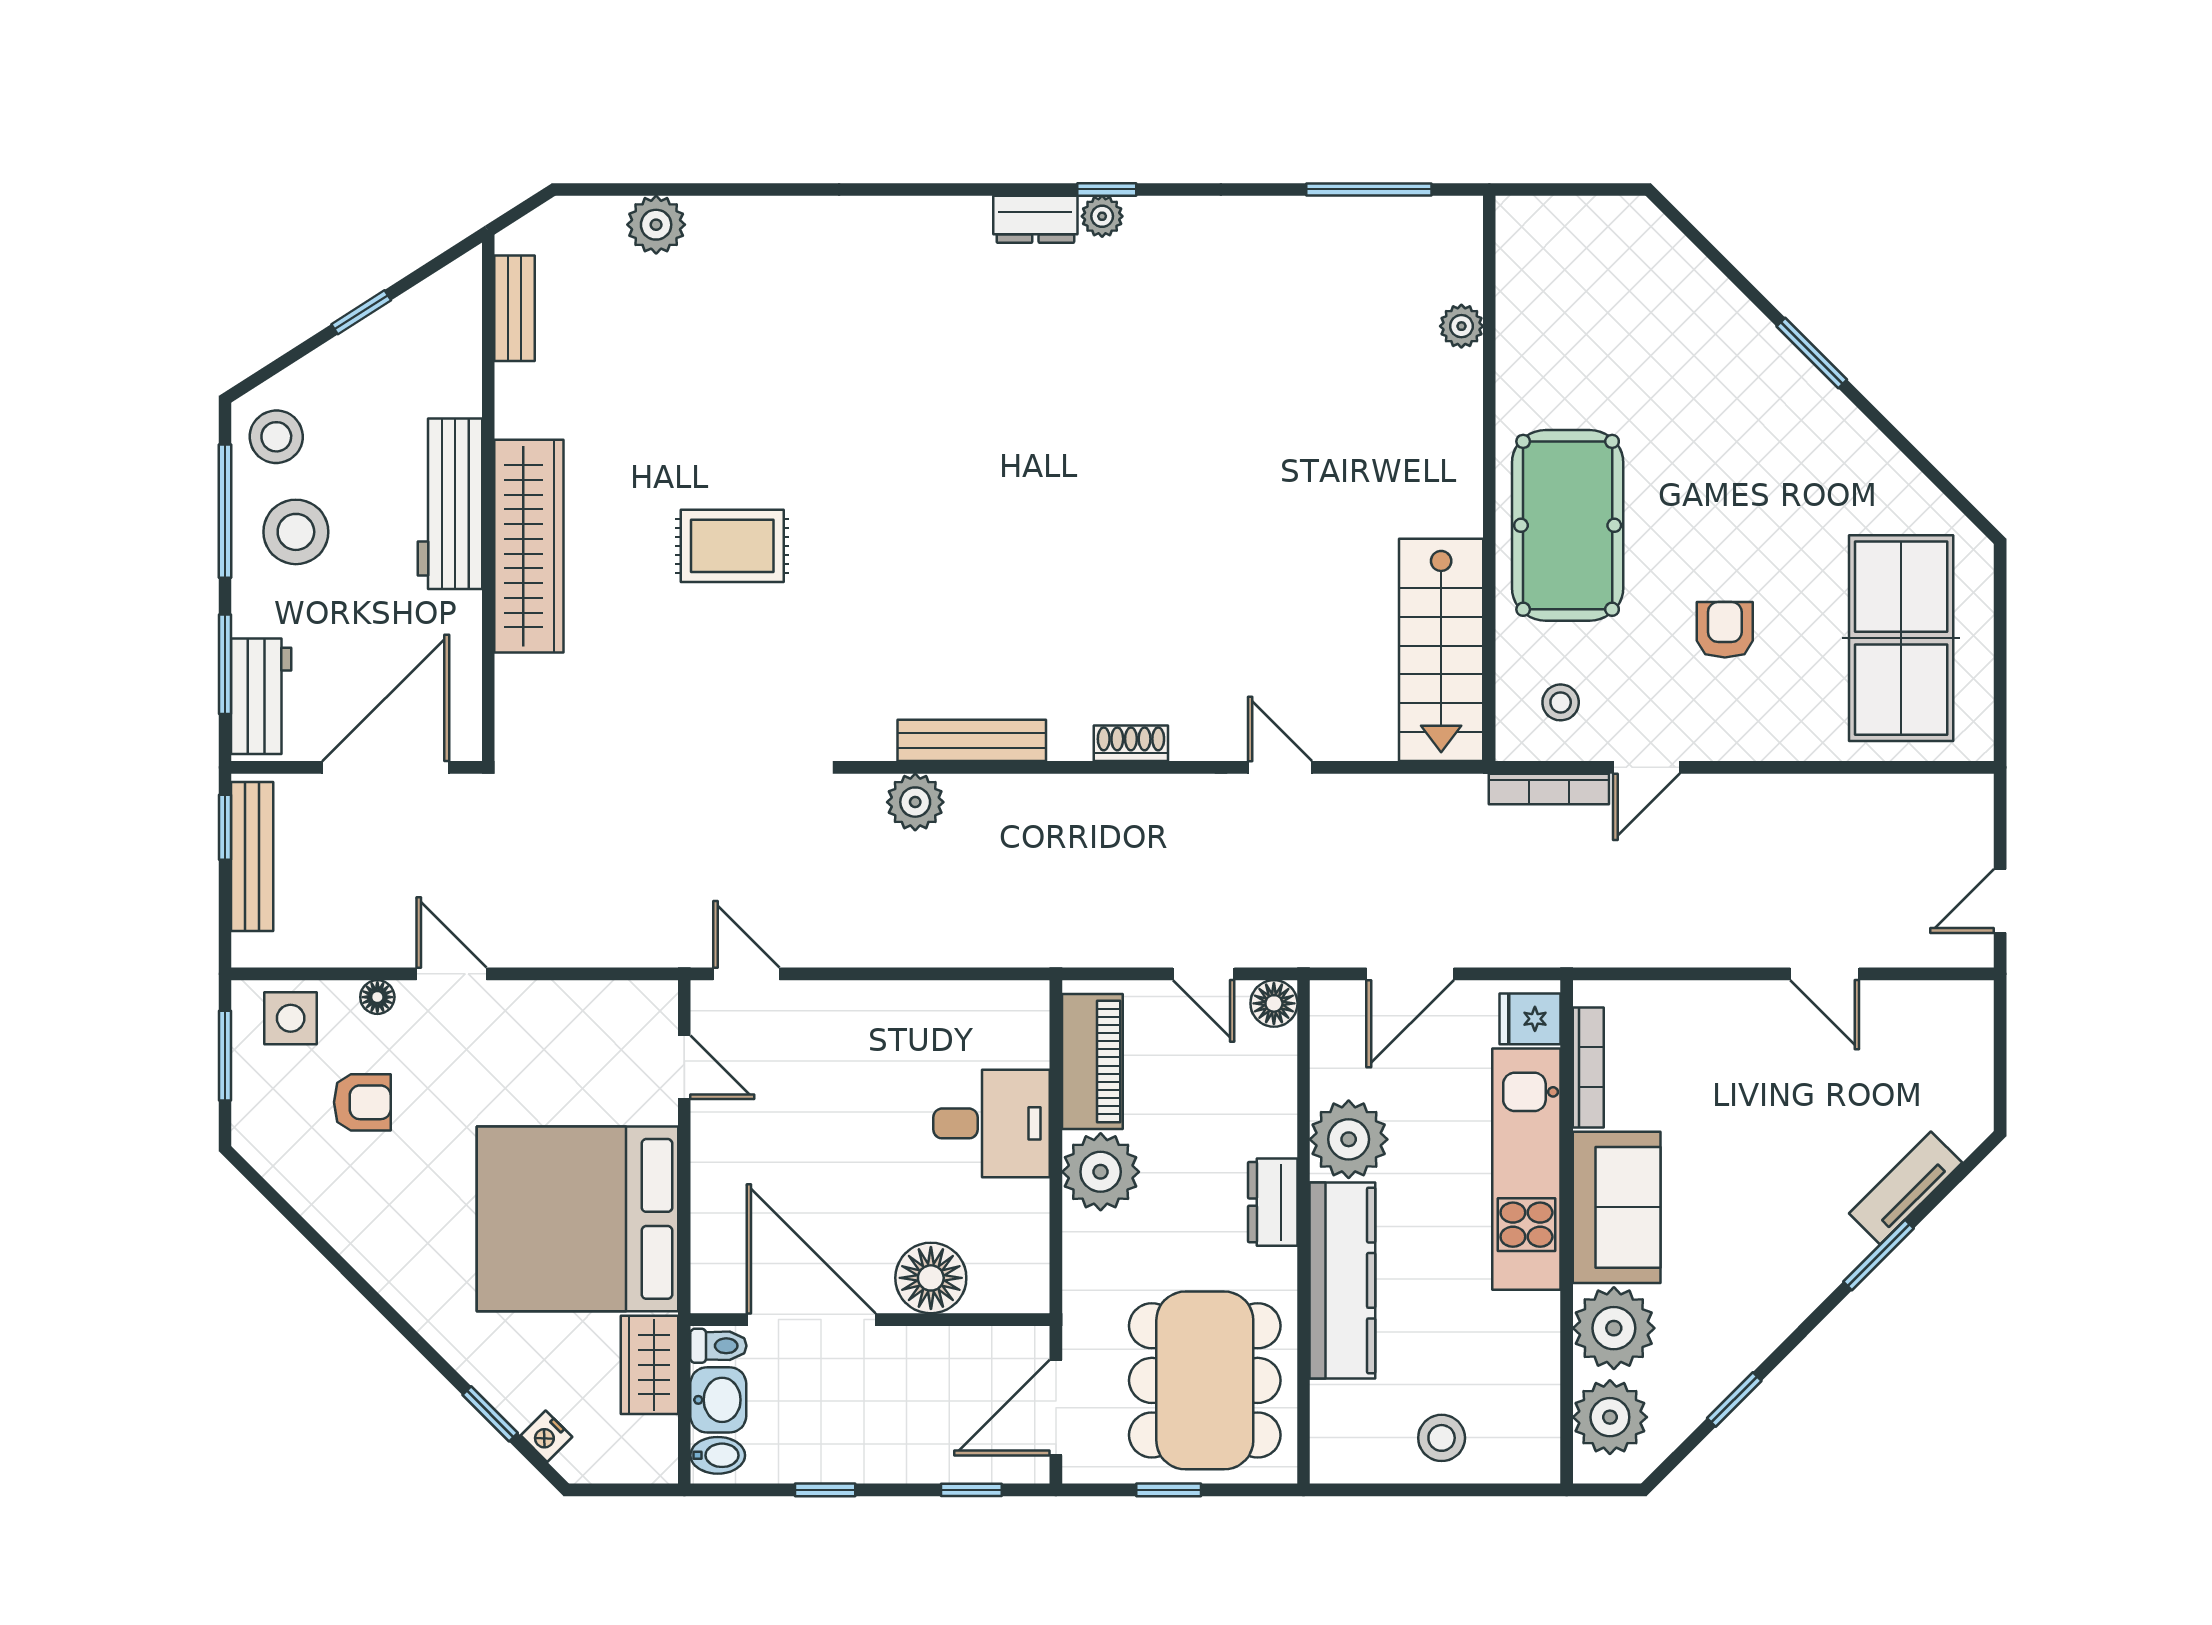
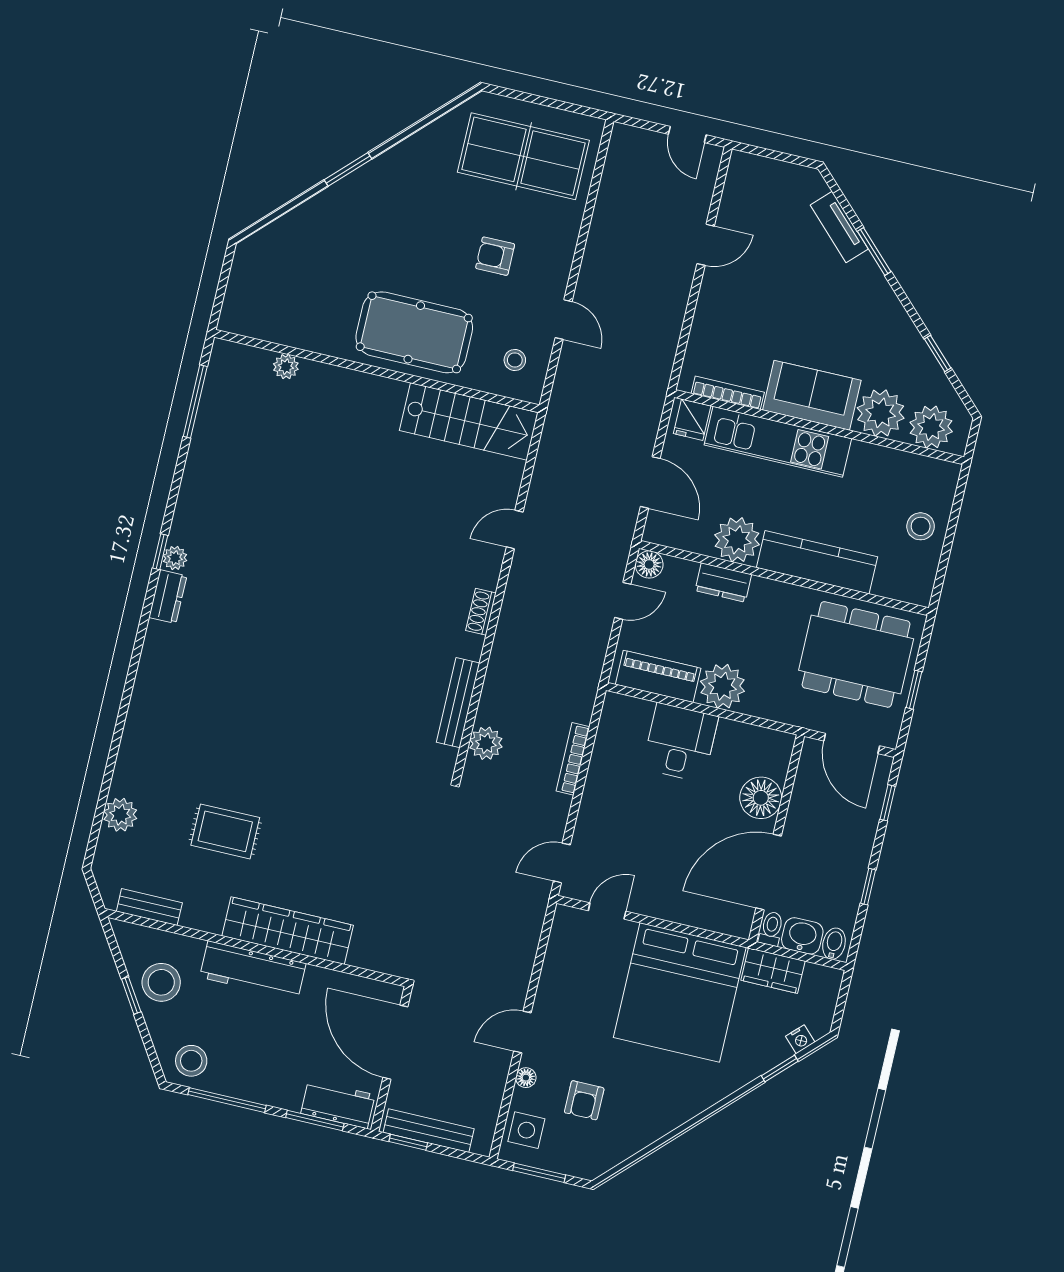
stool: (296, 532) -> (161, 982), moved
rug: (732, 546) -> (225, 831), moved, turned 90
bookcase: (1549, 789) -> (573, 759), moved, turned 180
armchair: (362, 1102) -> (584, 1100), turned 180
dresser: (1273, 1202) -> (723, 582), moved

